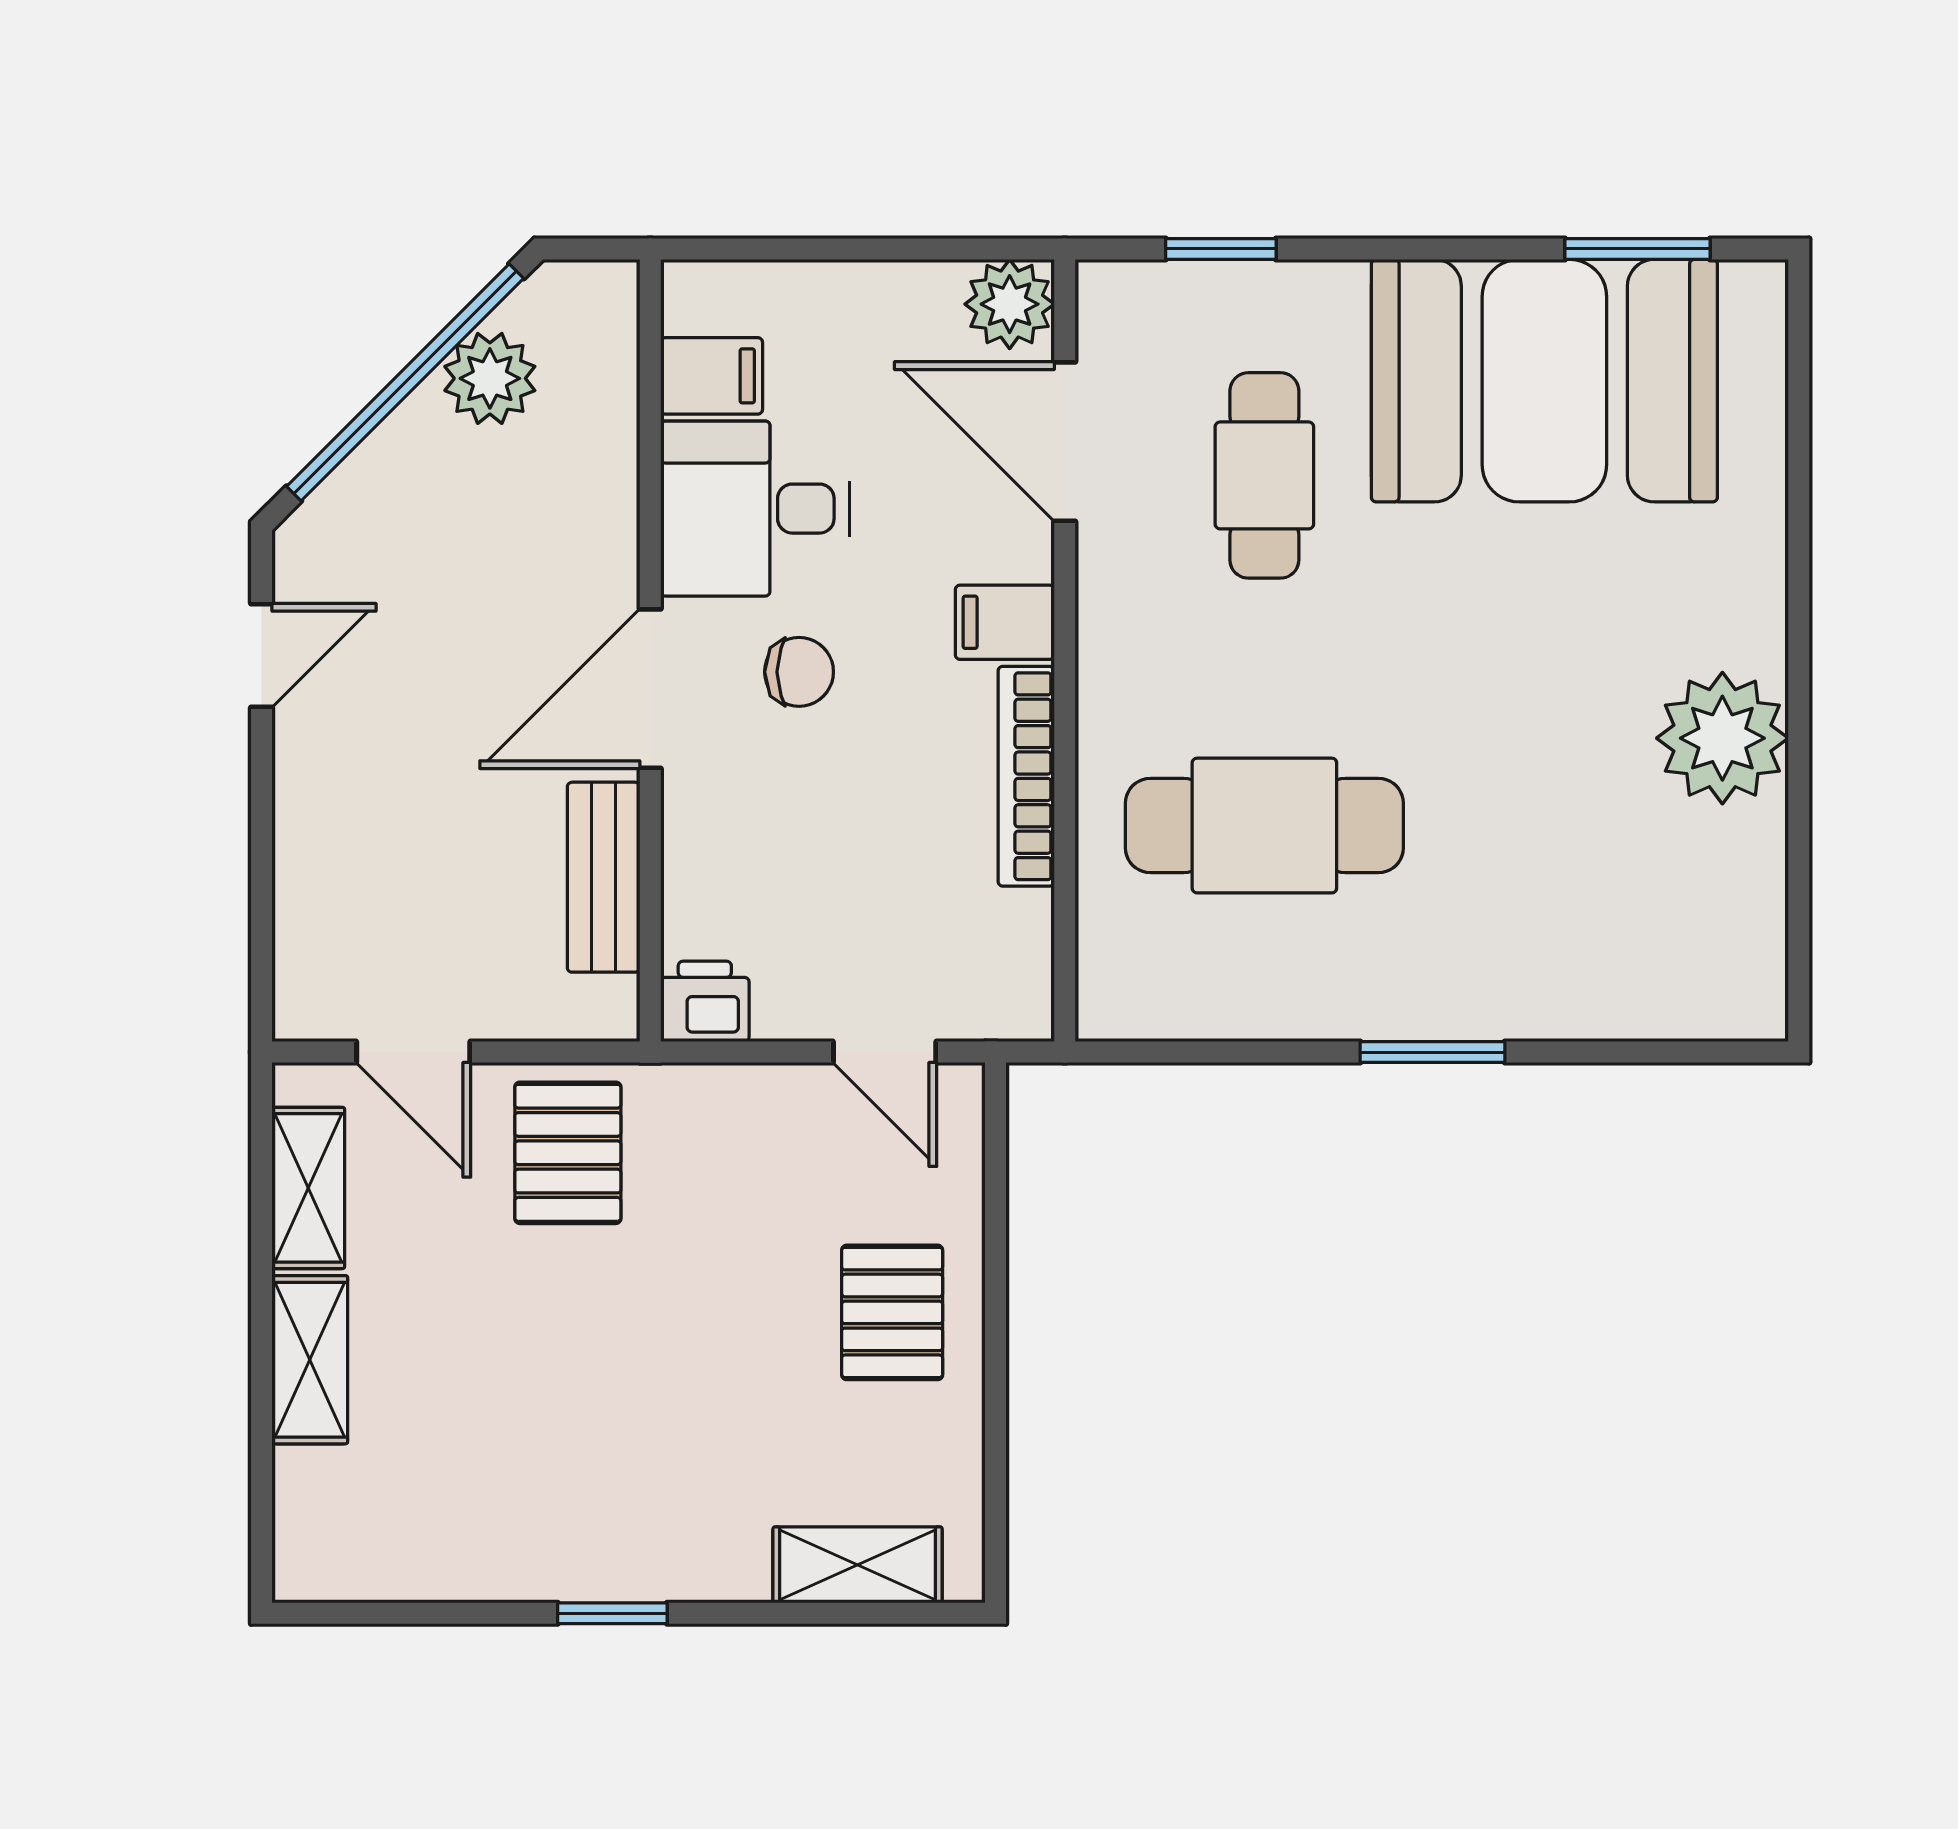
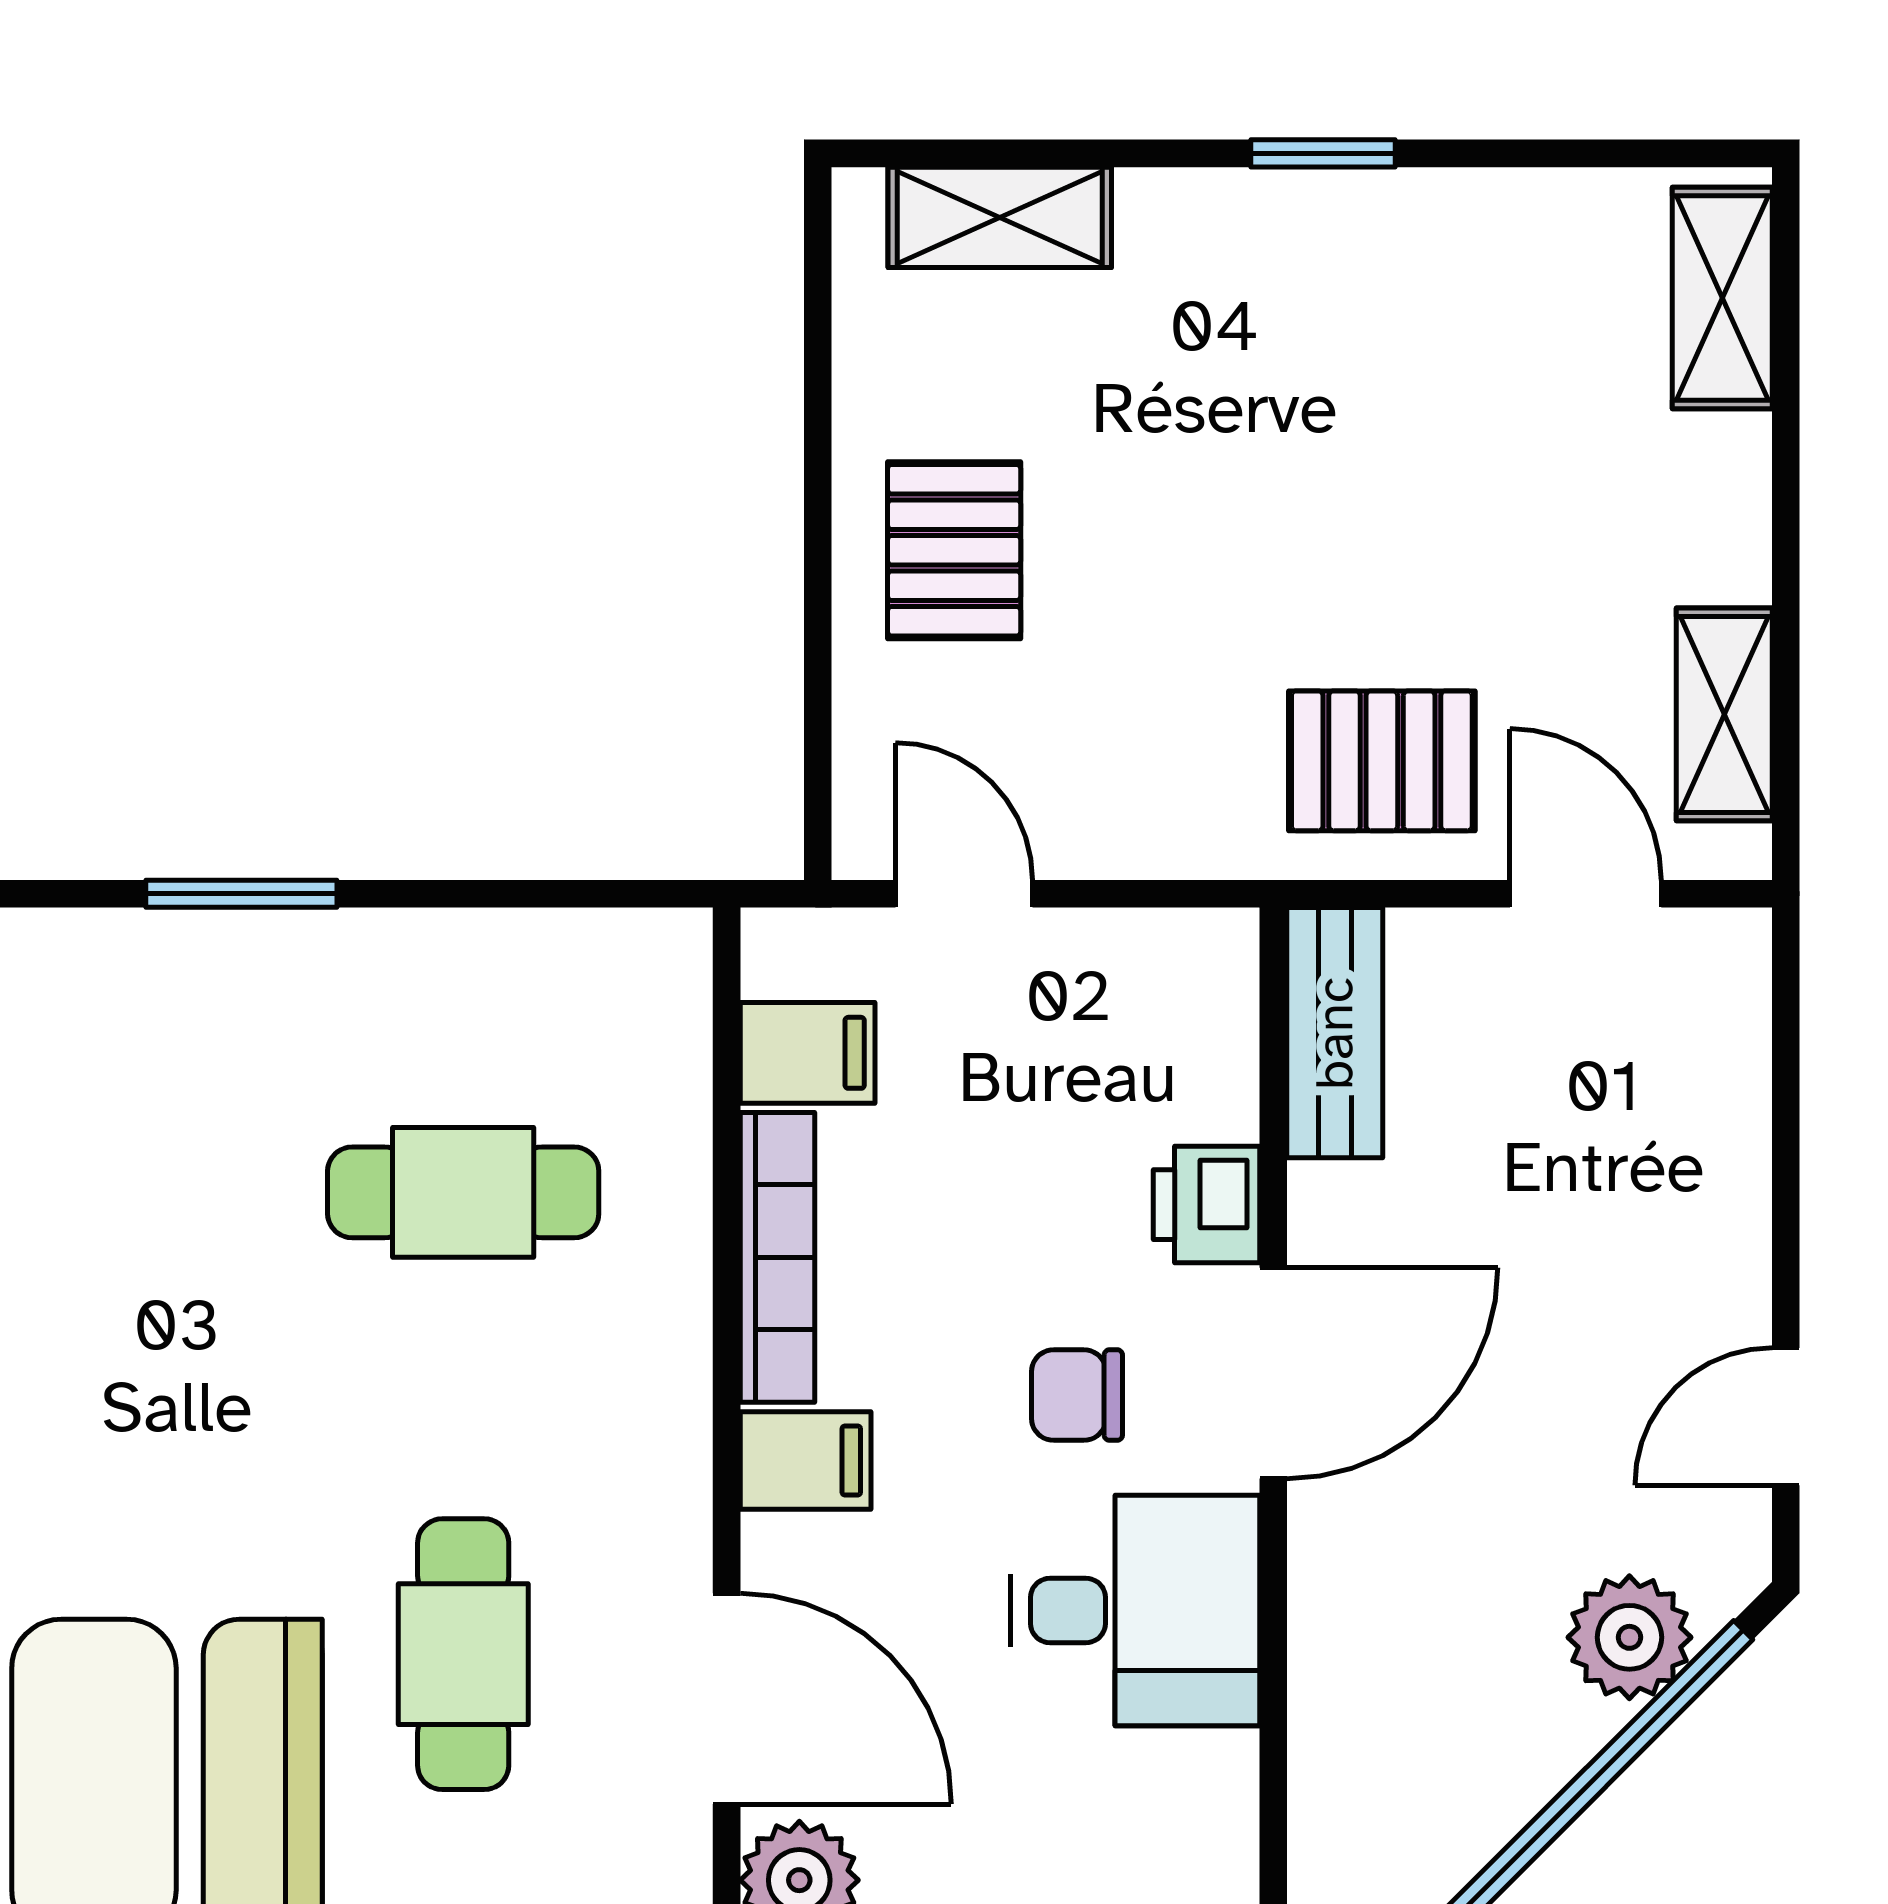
filing cabinet: (712, 376) -> (808, 1053), moved, turned 180
plant: (490, 378) -> (1629, 1637), moved
cafe table: (1264, 826) -> (463, 1192), width x0.73, depth x0.74
bench: (604, 877) -> (1335, 1033), moved
printer: (705, 1001) -> (1207, 1205), moved, turned 90
pallet: (568, 1153) -> (1382, 761), turned 90
shelving: (310, 1360) -> (1722, 298), moved

